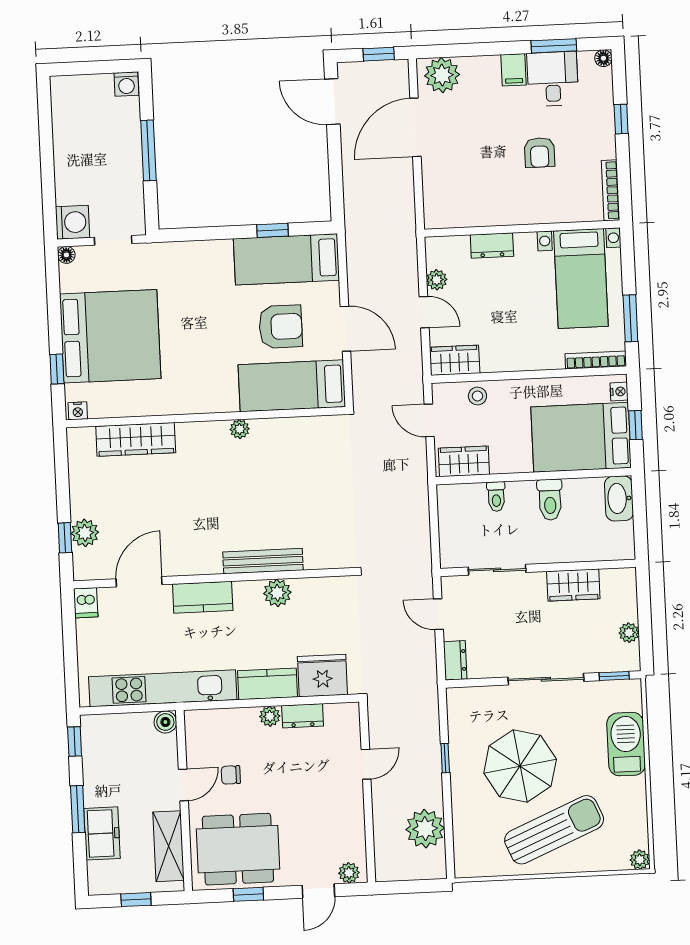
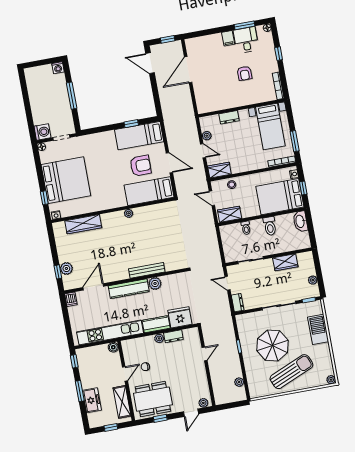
plant: (442, 75) -> (197, 45), removed
kitchen counter: (203, 597) -> (129, 289), width x1.50
plant: (425, 829) -> (239, 382), width x0.53, depth x0.53

